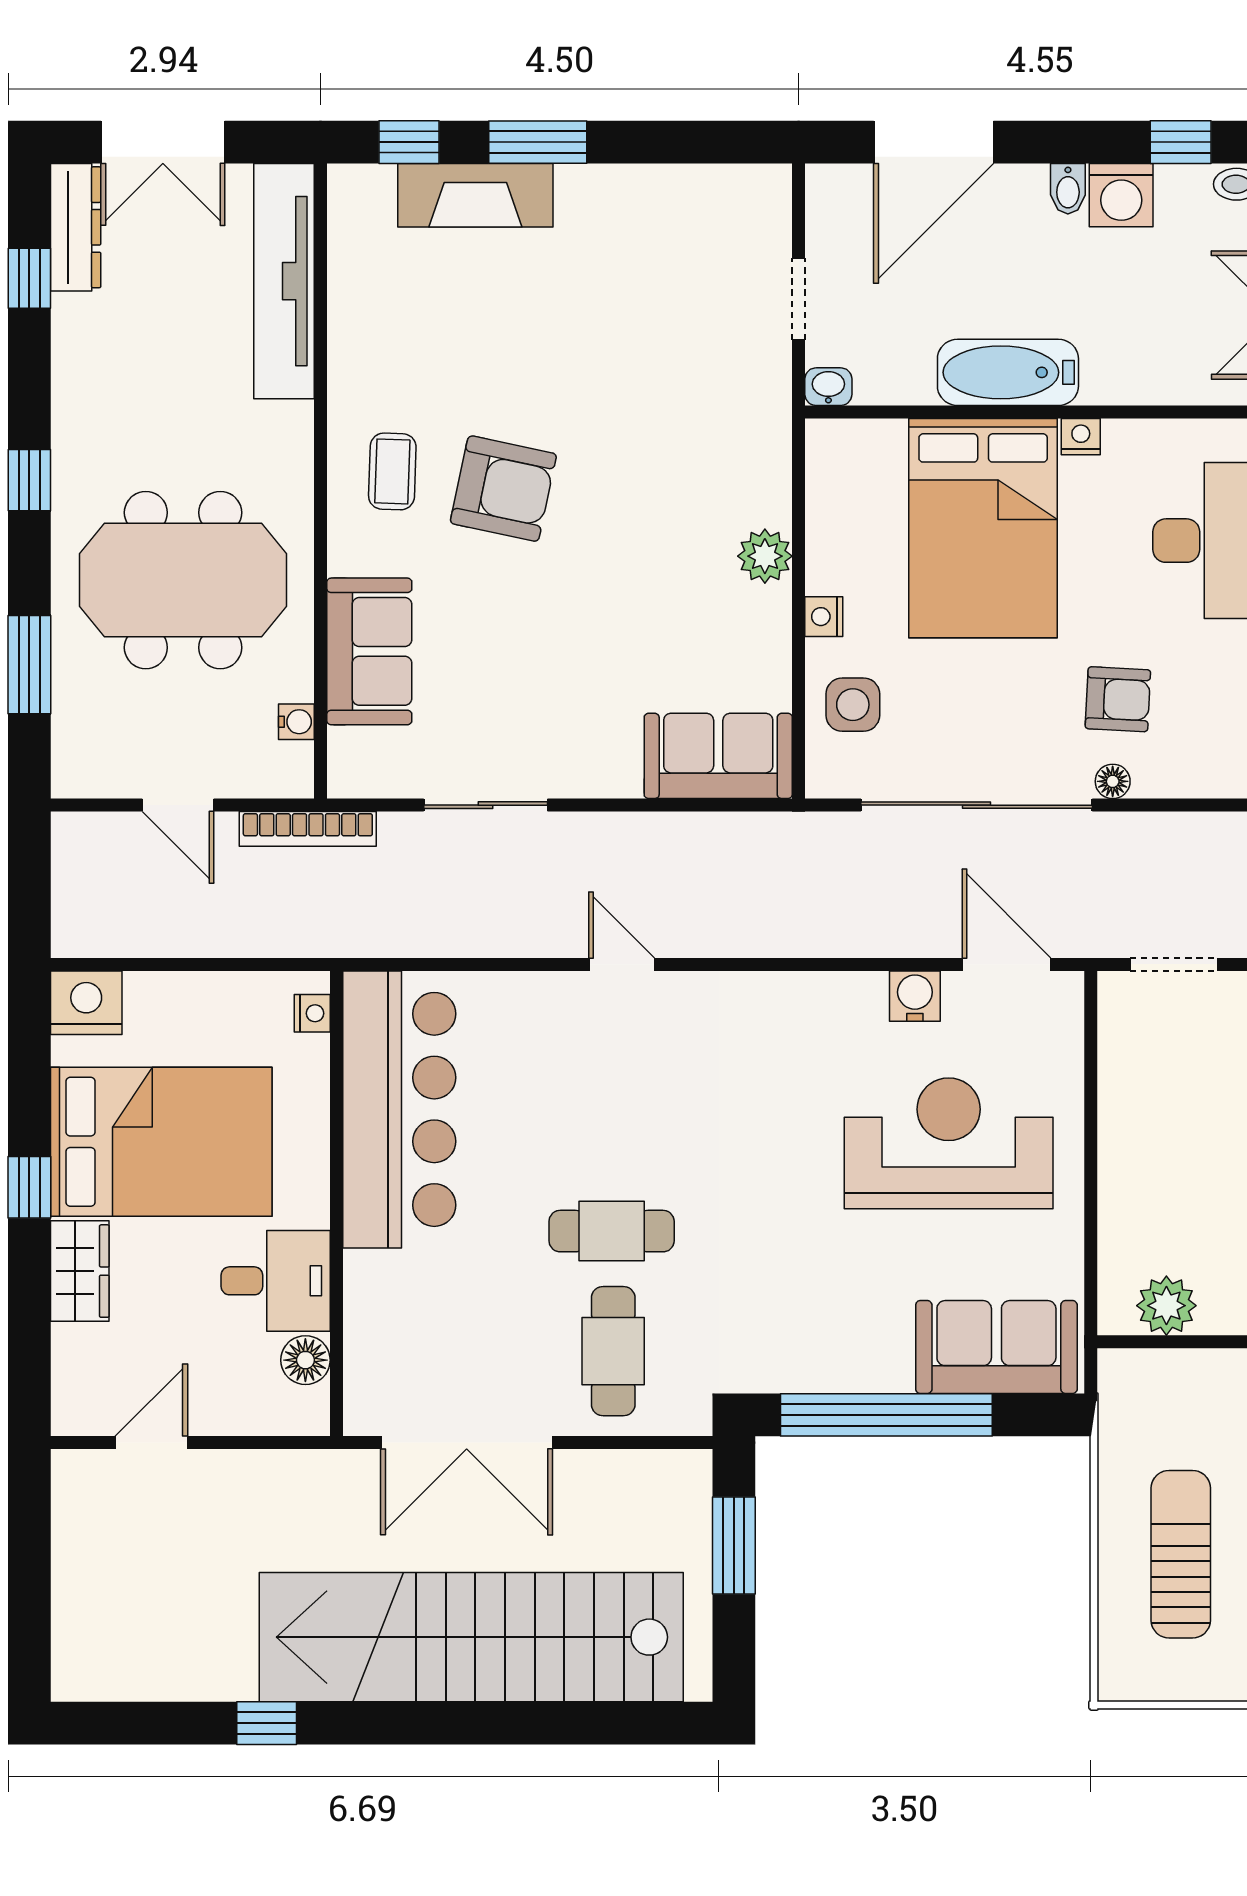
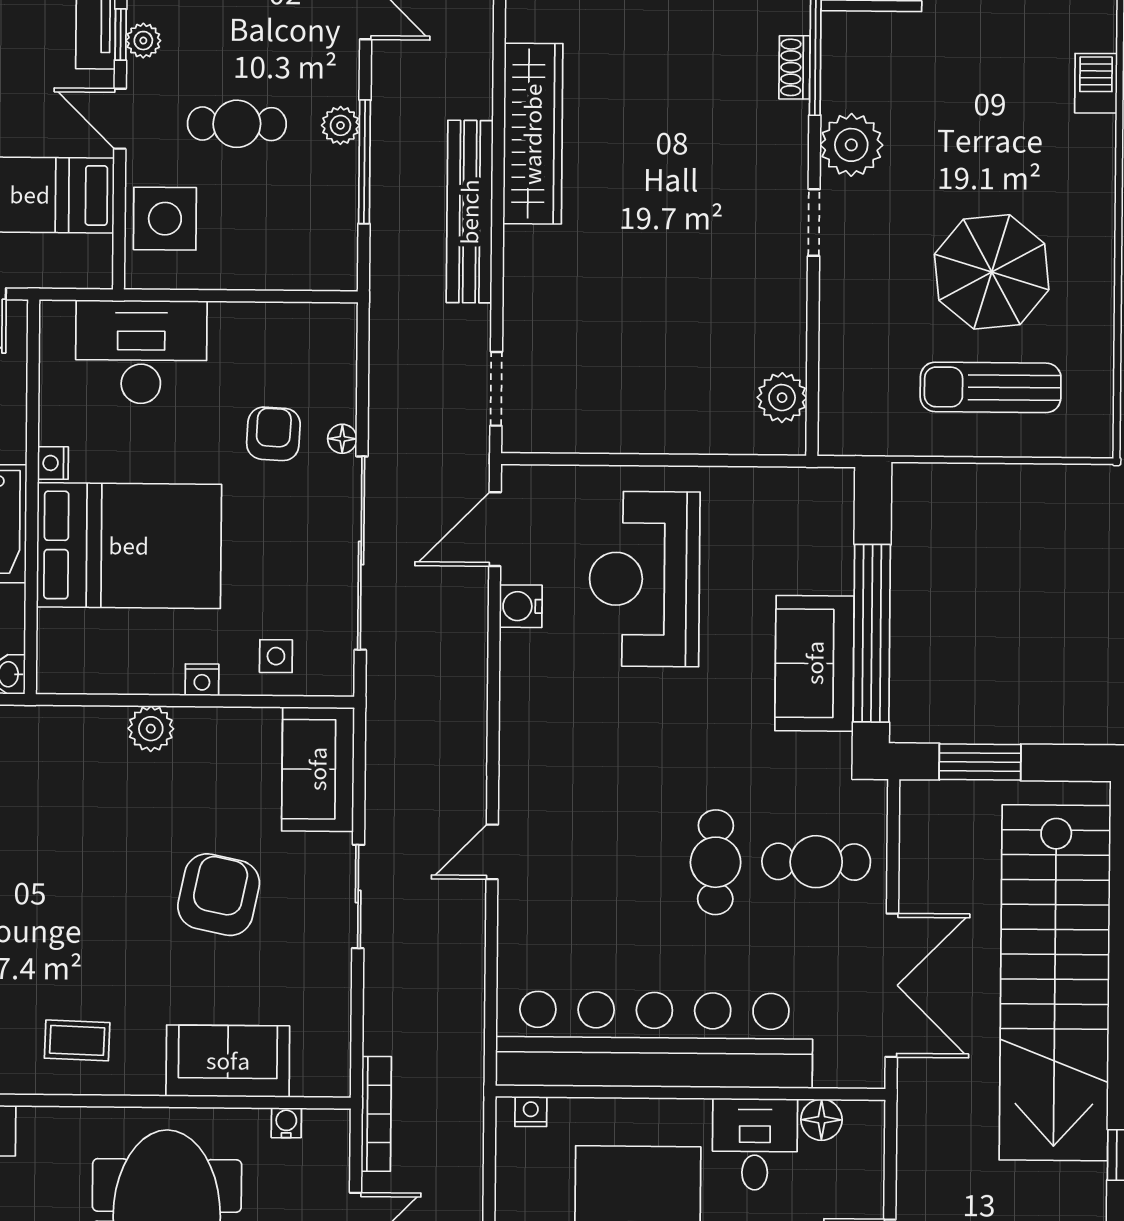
armchair: (503, 489) -> (219, 895), moved
side table: (853, 705) -> (276, 656), width x0.73, depth x0.73
sliding door: (486, 805) -> (358, 896), moved
bar counter: (399, 1109) -> (654, 1040), width x1.36
sofa: (996, 1347) -> (815, 663), moved

